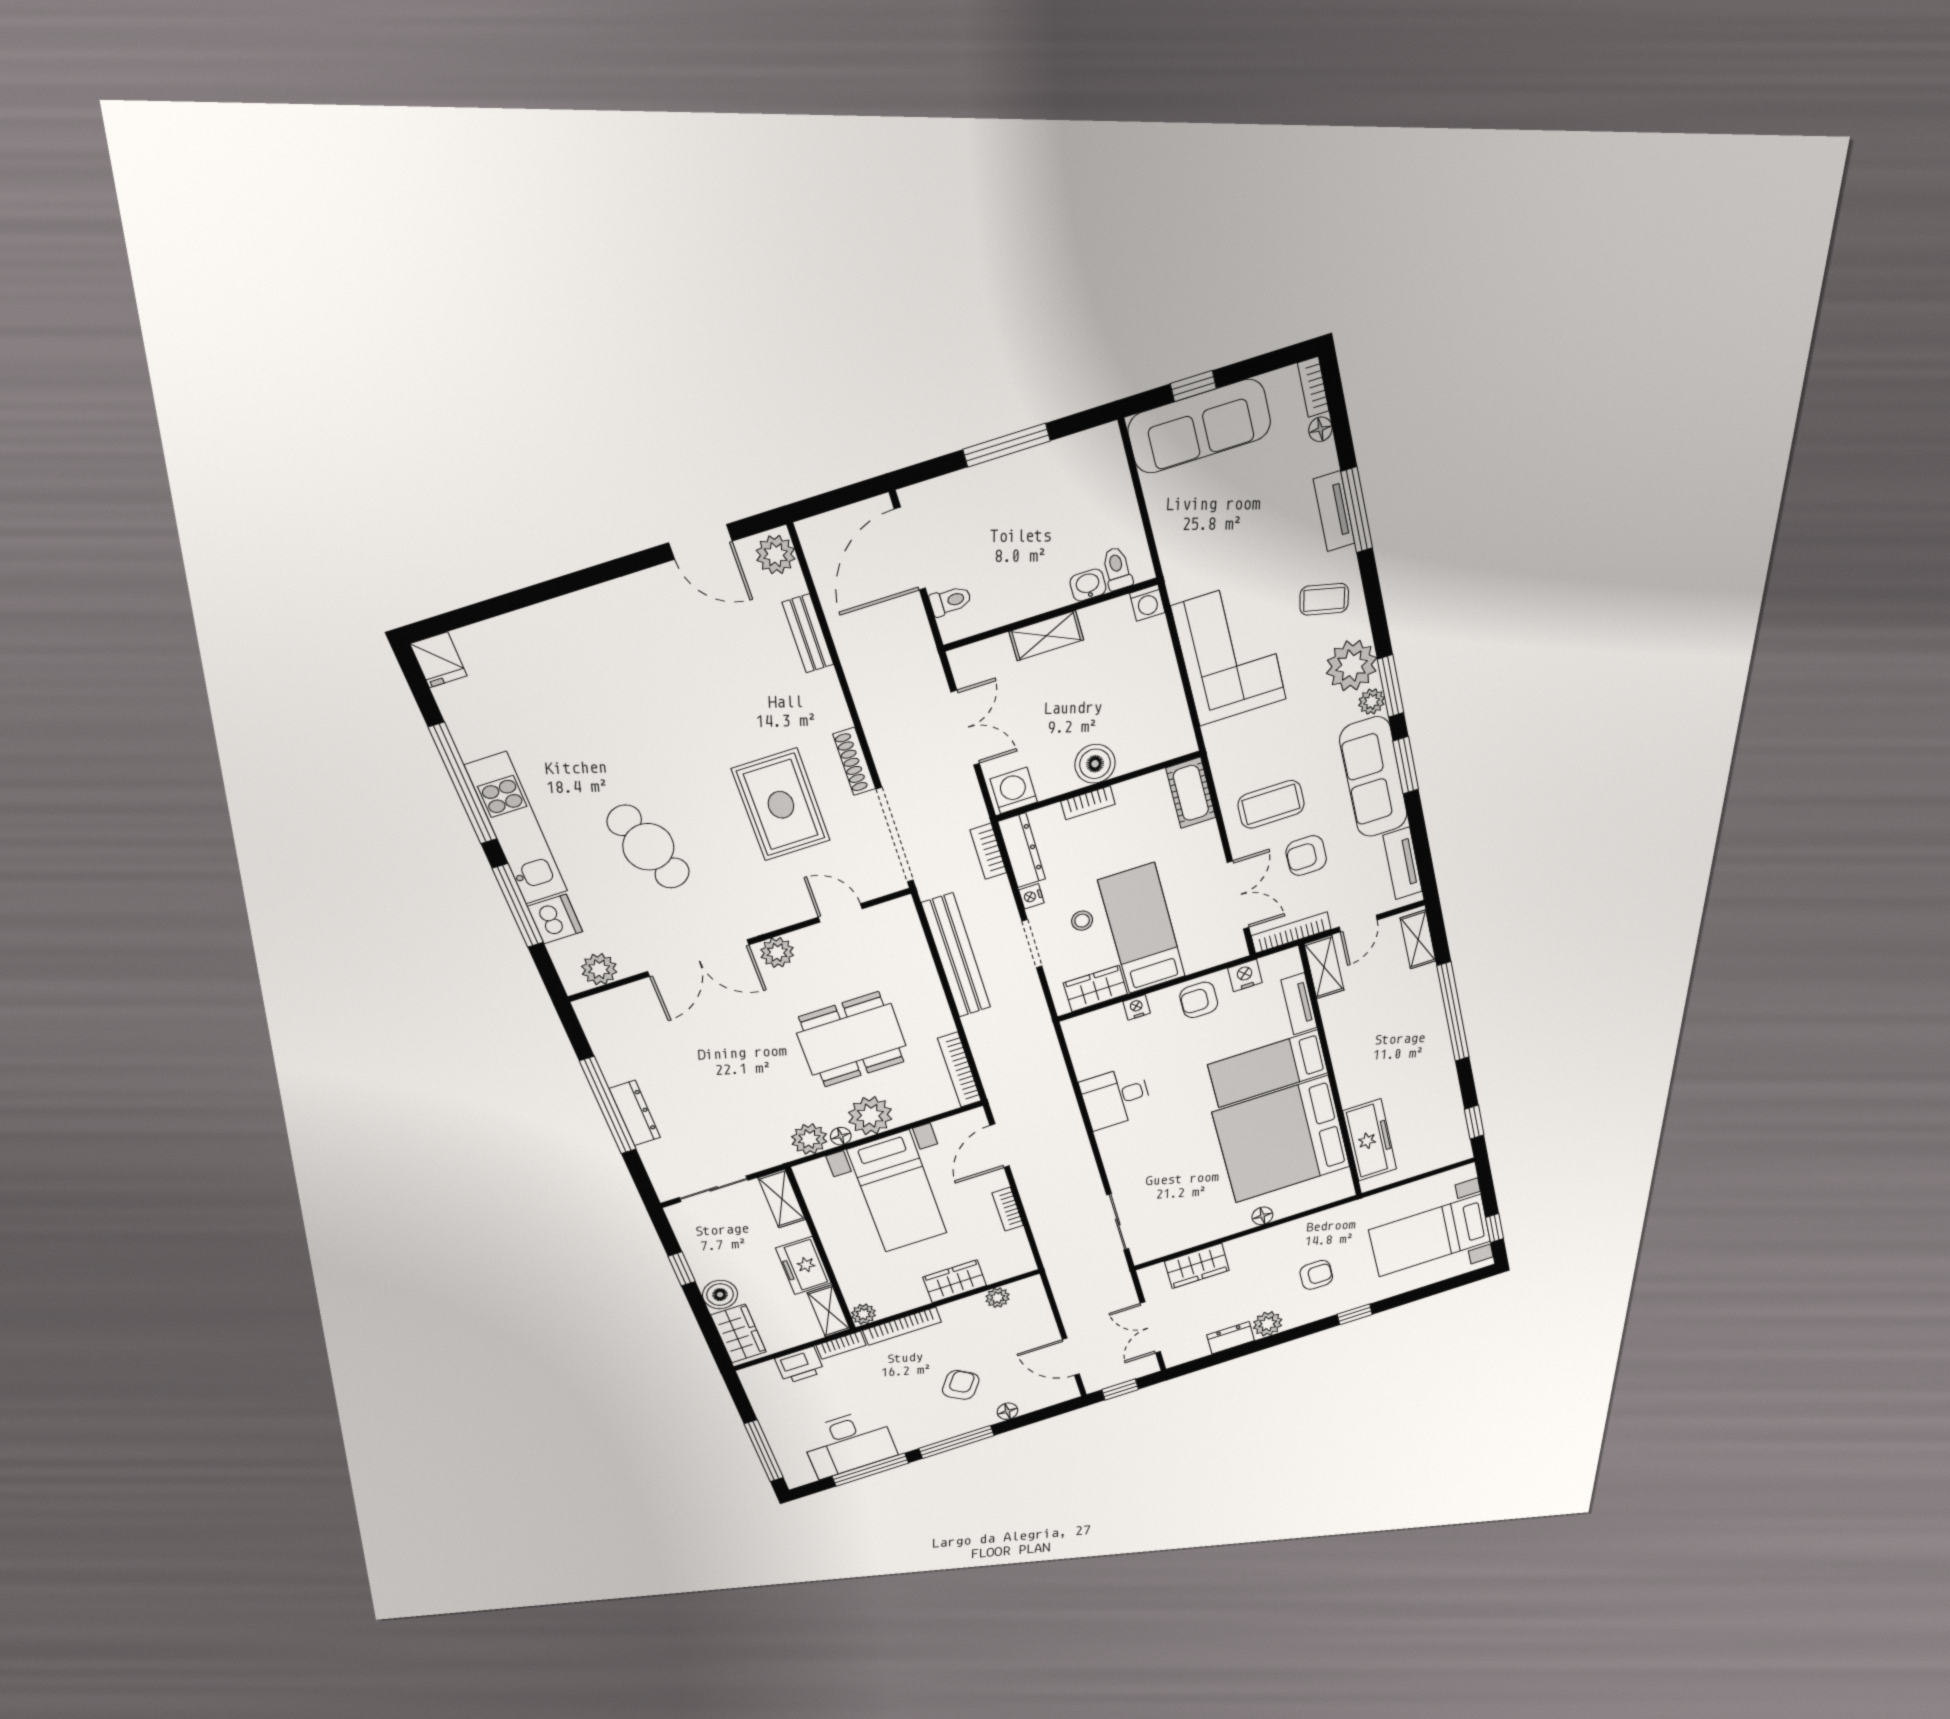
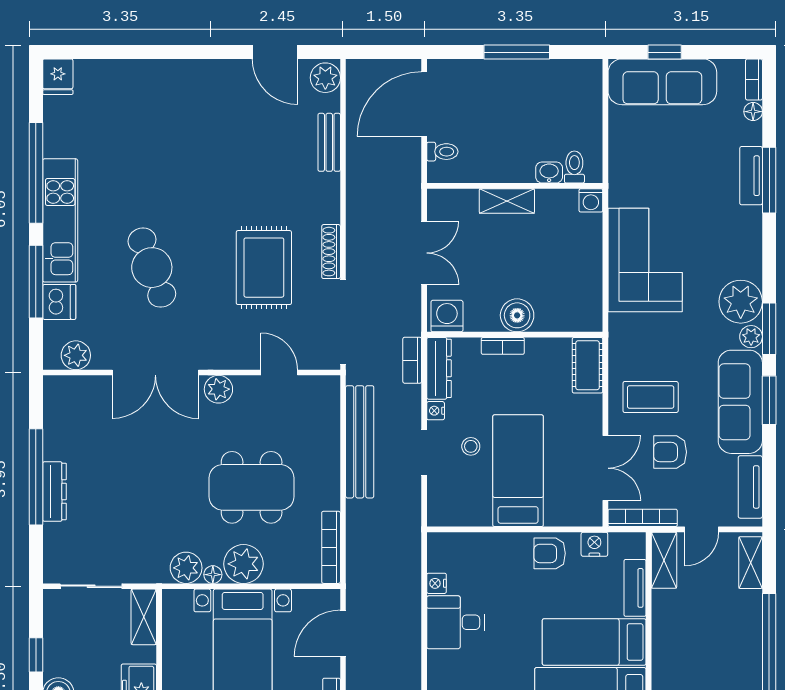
coffee table: (1324, 599) -> (729, 241), removed
wardrobe: (1095, 989) -> (465, 512), removed
nightstand: (1137, 1007) -> (437, 583), moved, turned -90

